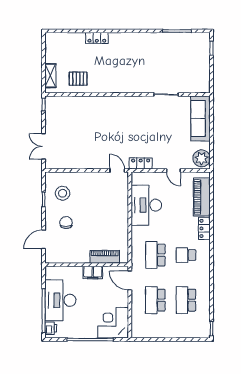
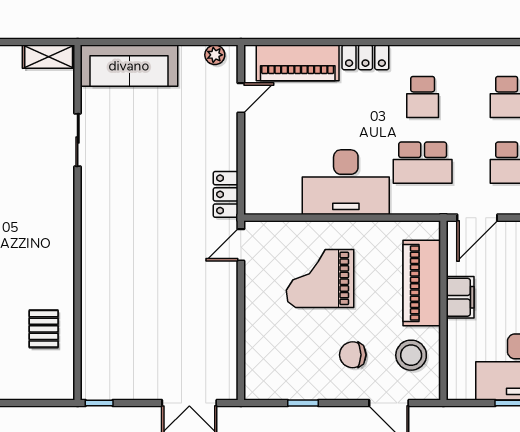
shelving: (50, 76) -> (49, 57), moved
plant: (202, 158) -> (215, 55), width x0.53, depth x0.53
door: (174, 170) -> (241, 98), moved
stool: (63, 193) -> (411, 355), moved
desk: (146, 205) -> (346, 182), moved
grand piano: (102, 207) -> (320, 278), added
piano: (105, 257) -> (422, 283), width x1.37, depth x1.33

